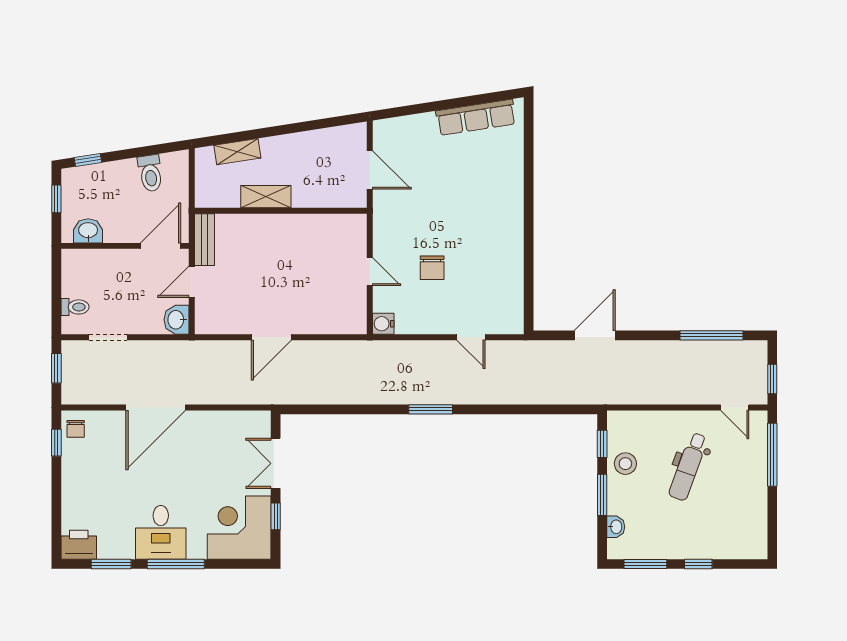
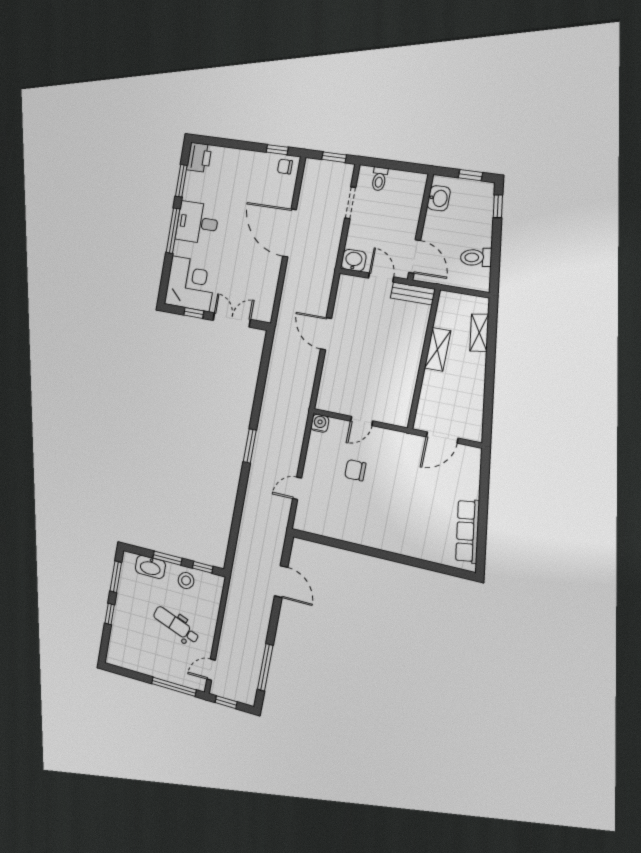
washbasin: (616, 527) -> (150, 567), width x1.91, depth x1.45

